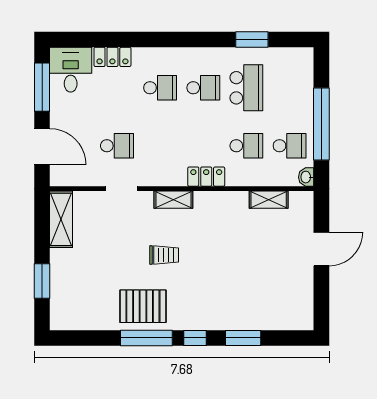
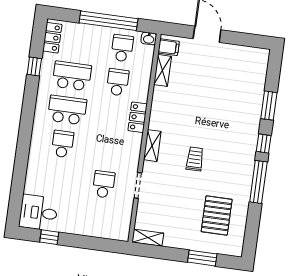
window: (252, 39) -> (34, 66), width x0.67
locker: (112, 57) -> (52, 38), moved
window: (42, 87) -> (49, 237), width x0.46
school desk: (203, 88) -> (67, 110), width x1.85
door: (42, 147) -> (96, 244), removed
filing cabinet: (299, 203) -> (169, 47), added
shelving: (61, 219) -> (148, 238), width x0.67, depth x0.75
pallet: (143, 306) -> (217, 215), moved

